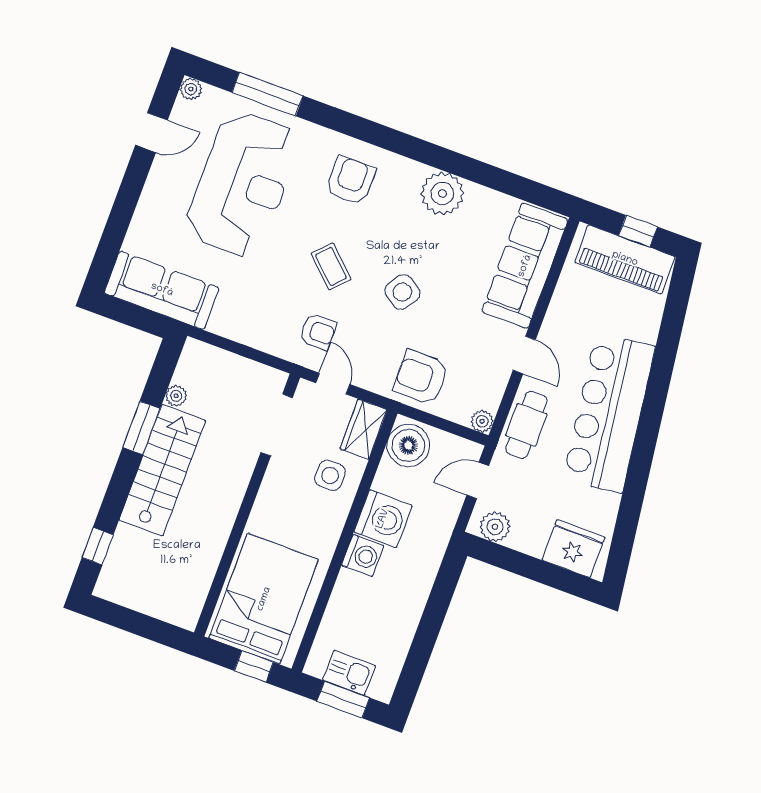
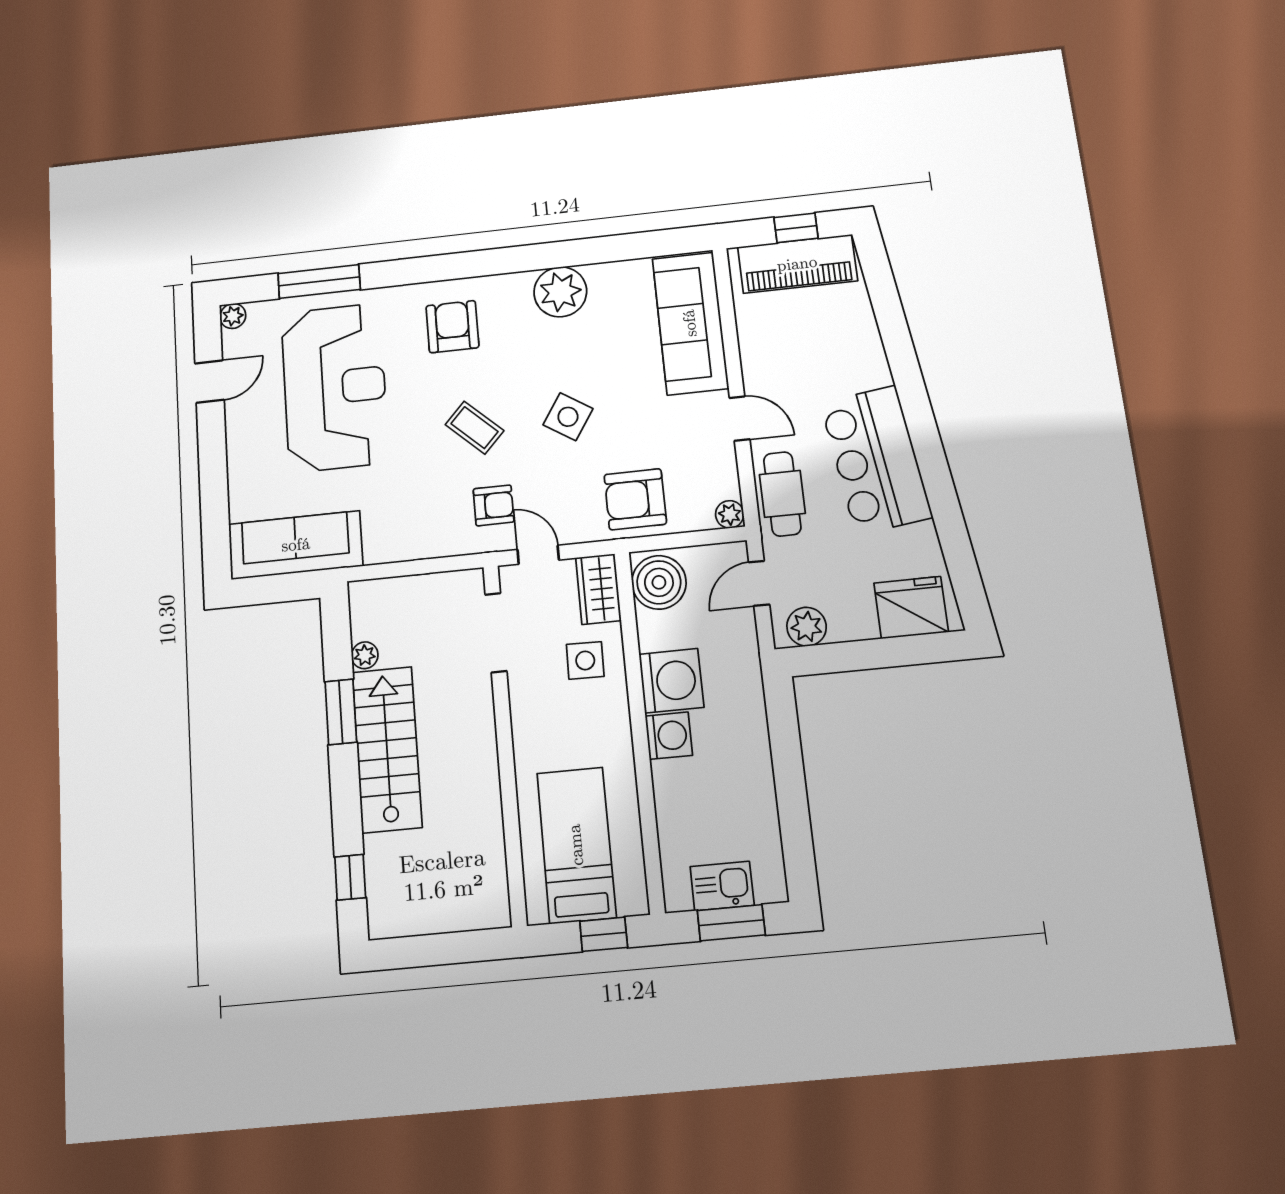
bar counter: (609, 413) -> (876, 460), width x0.73
bed: (264, 599) -> (576, 845), width x0.67

